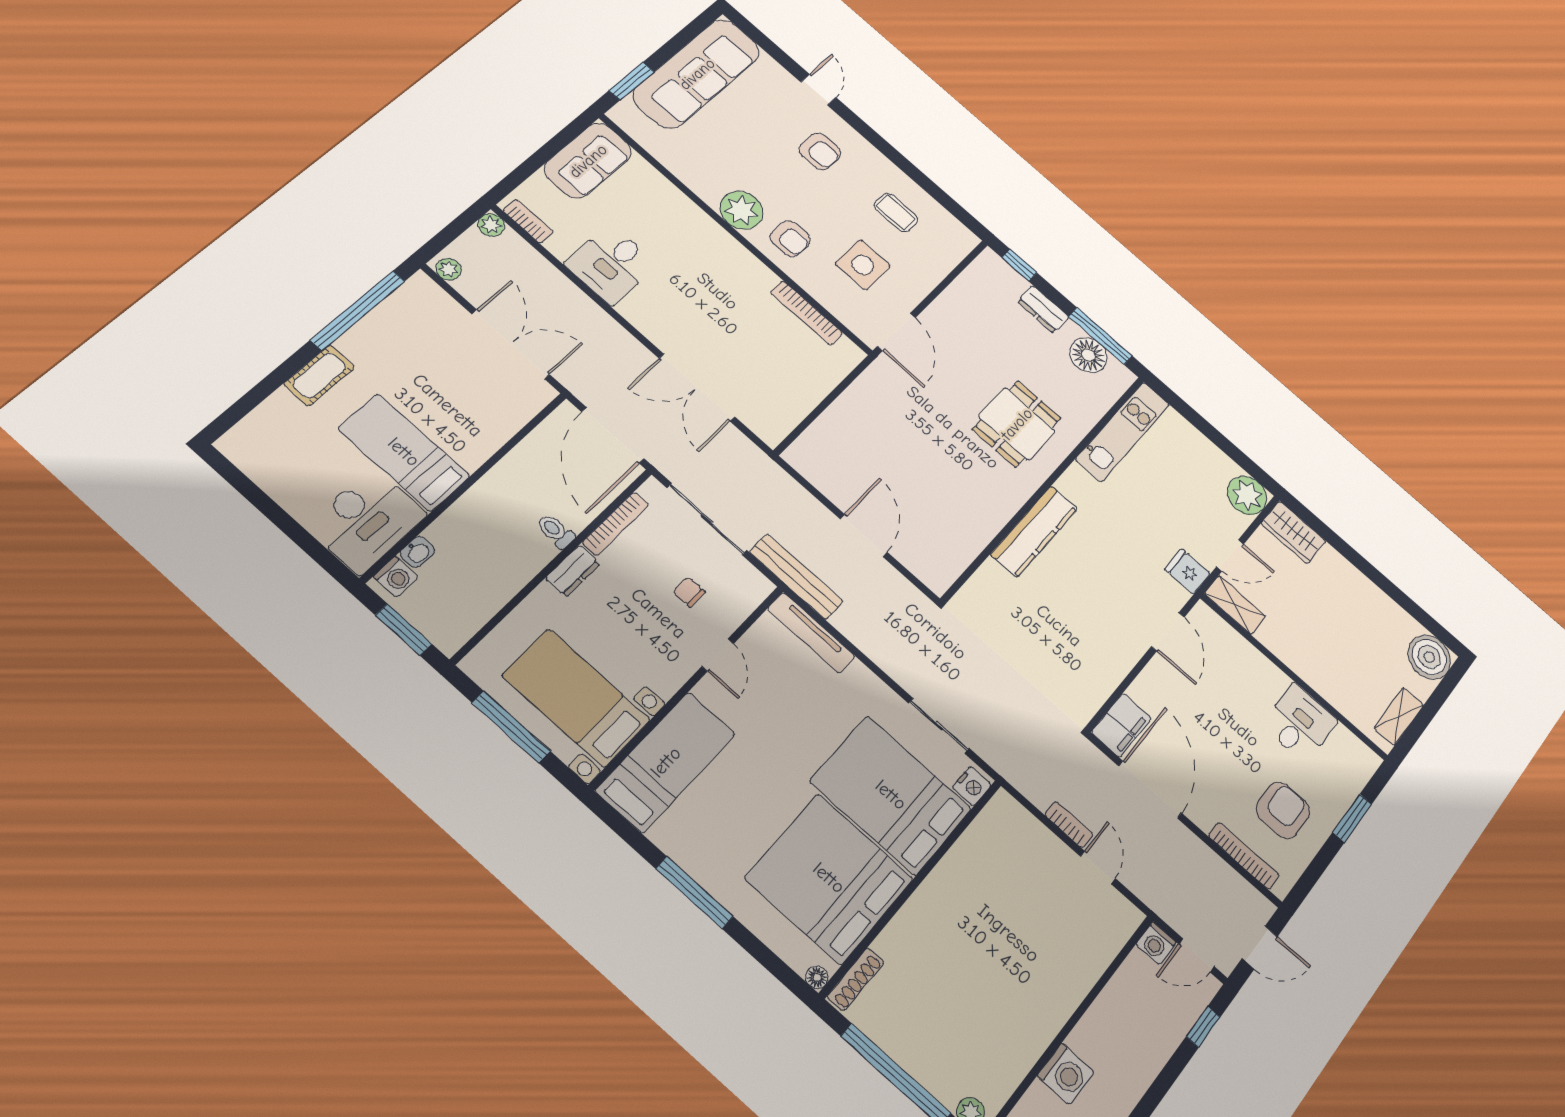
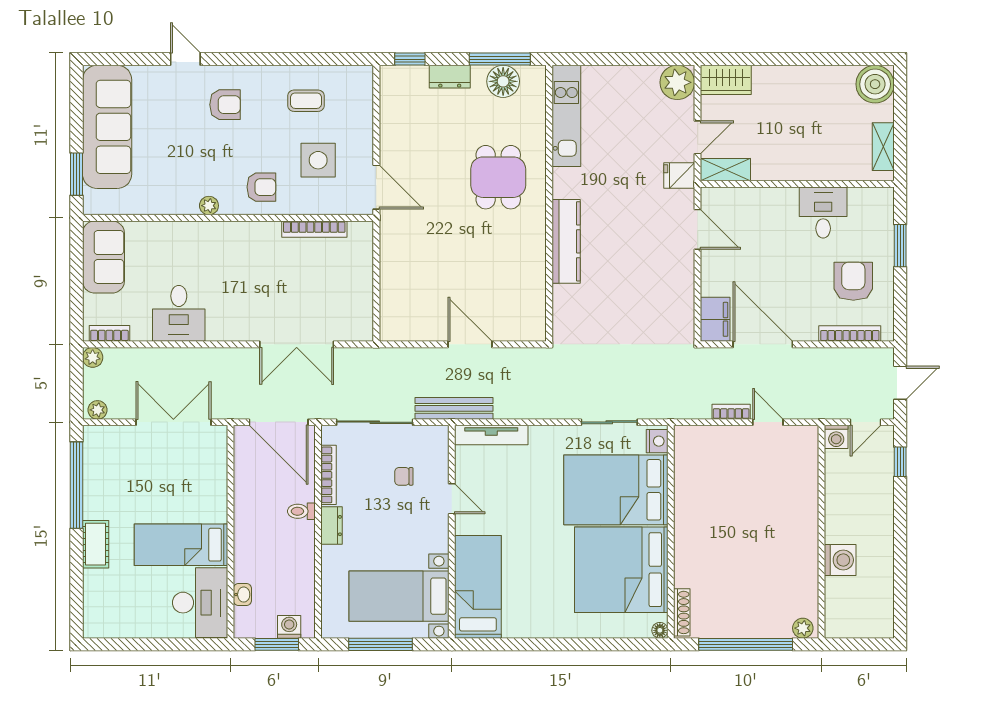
plant: (741, 210) -> (209, 206), width x0.53, depth x0.53
washing machine: (396, 577) -> (289, 627), moved, turned -90
window: (694, 893) -> (556, 644), removed

